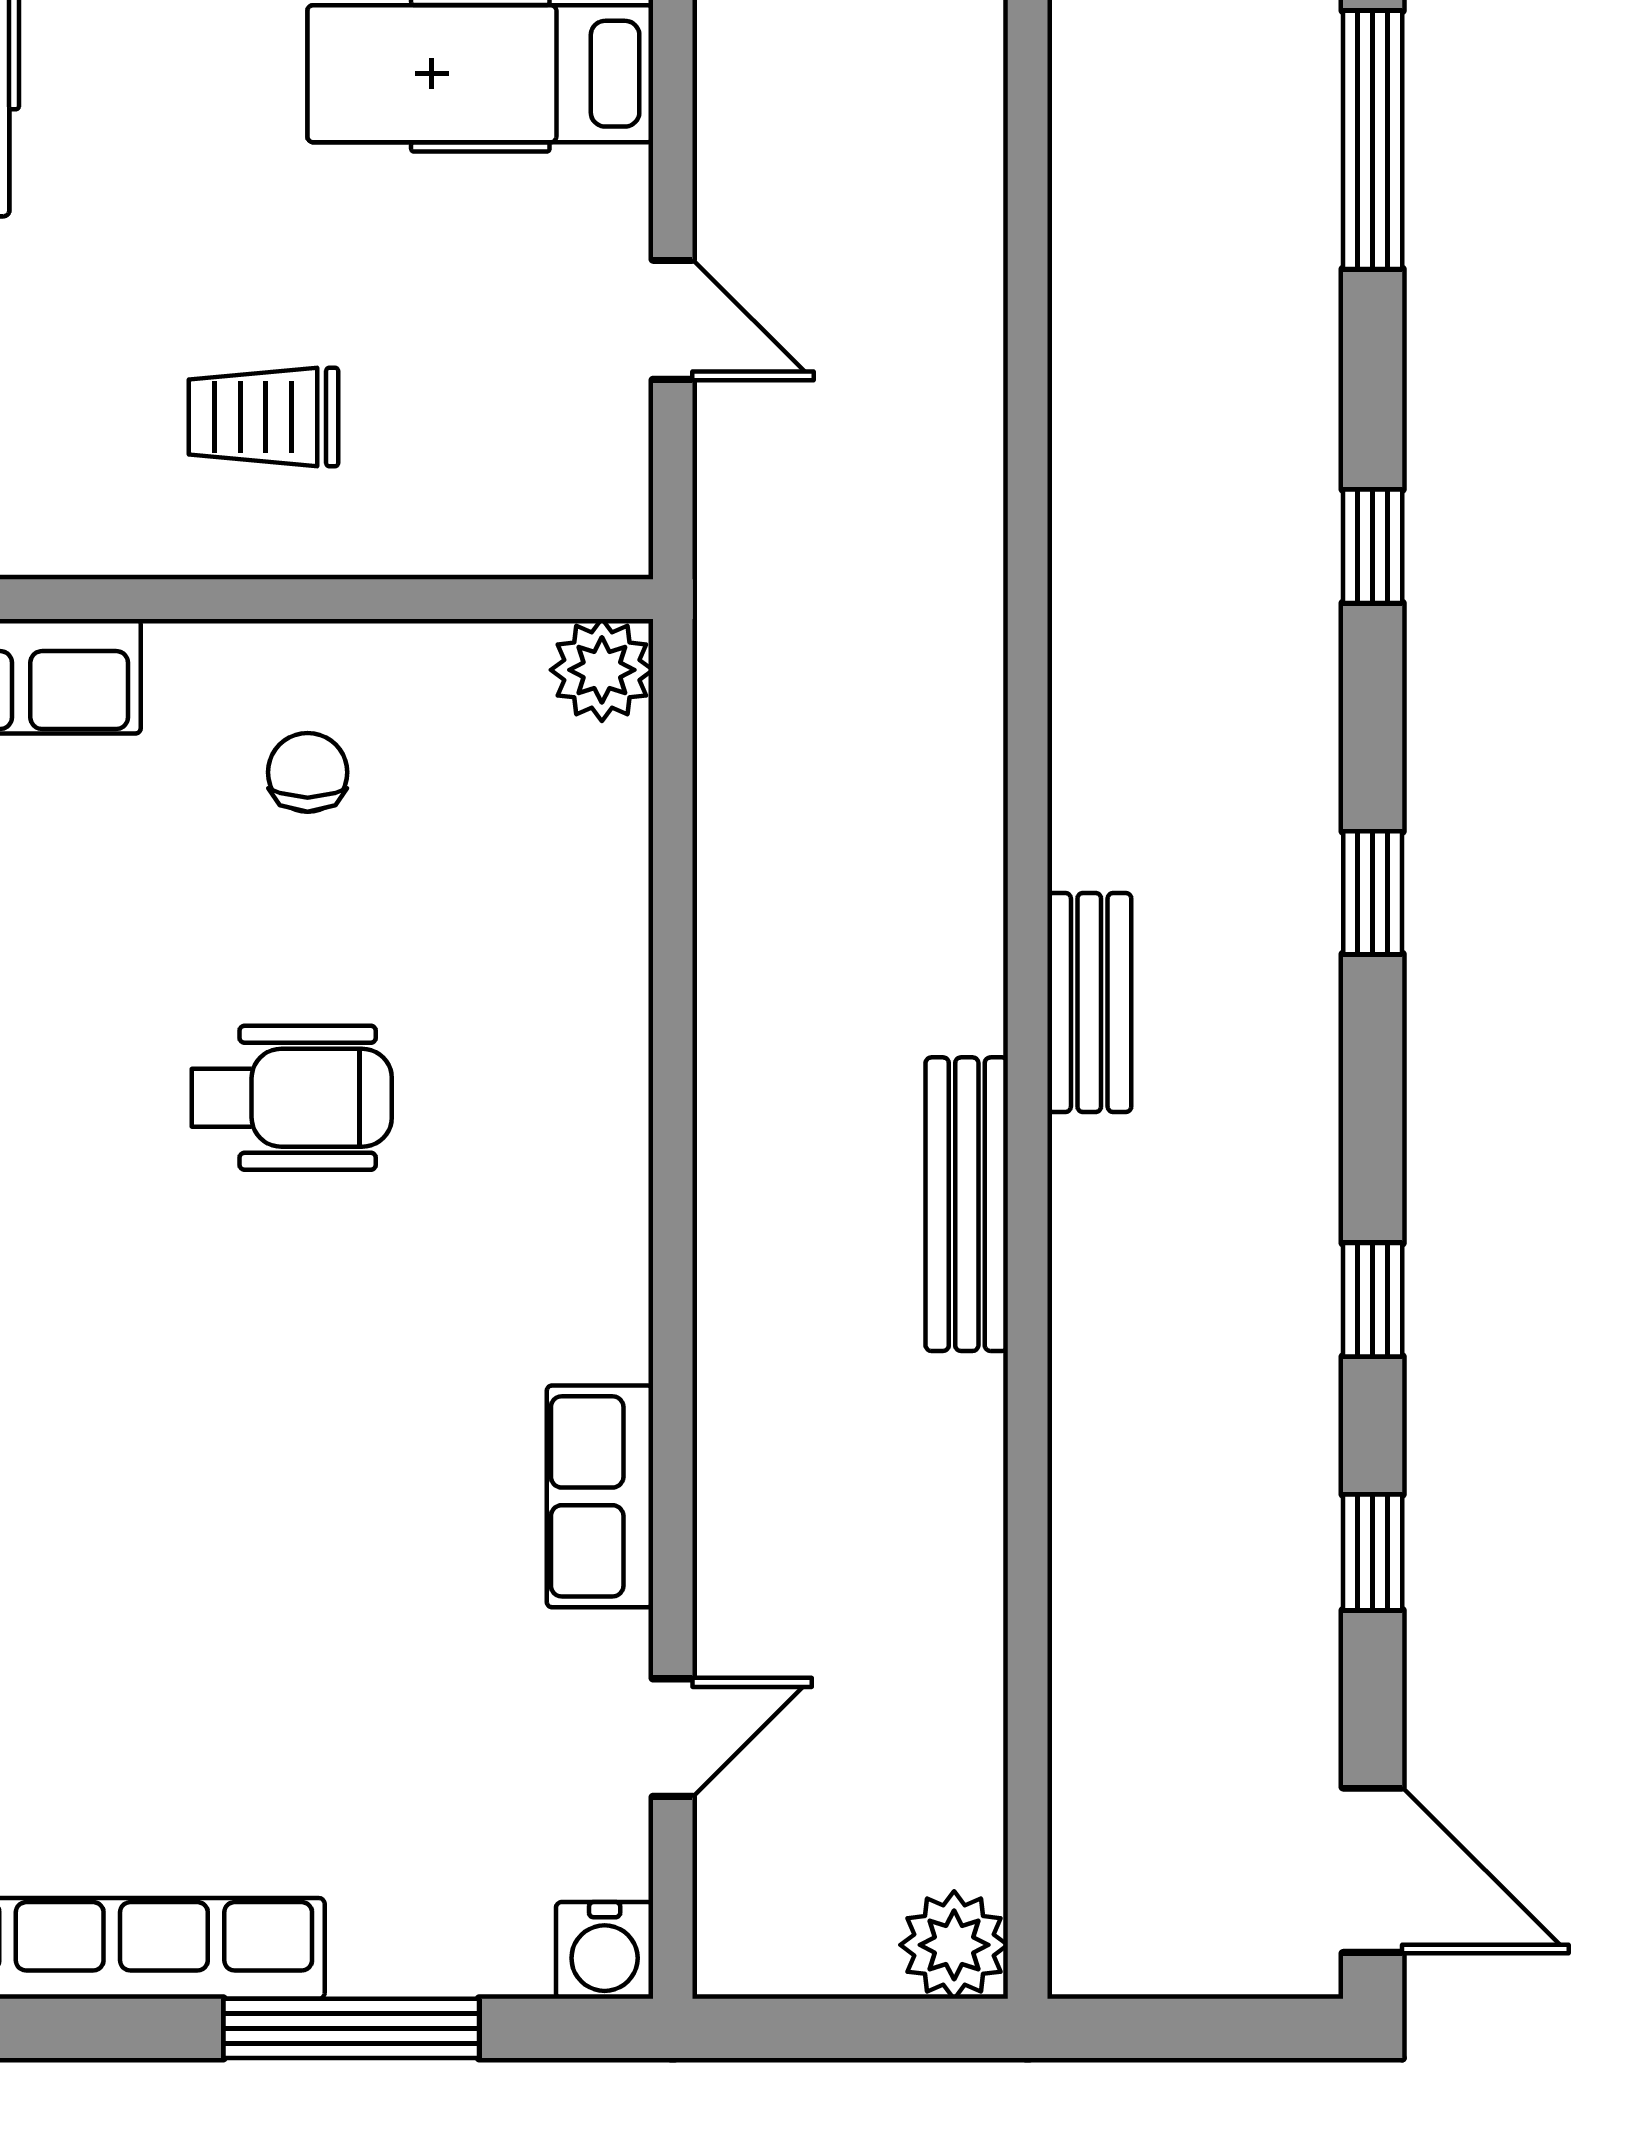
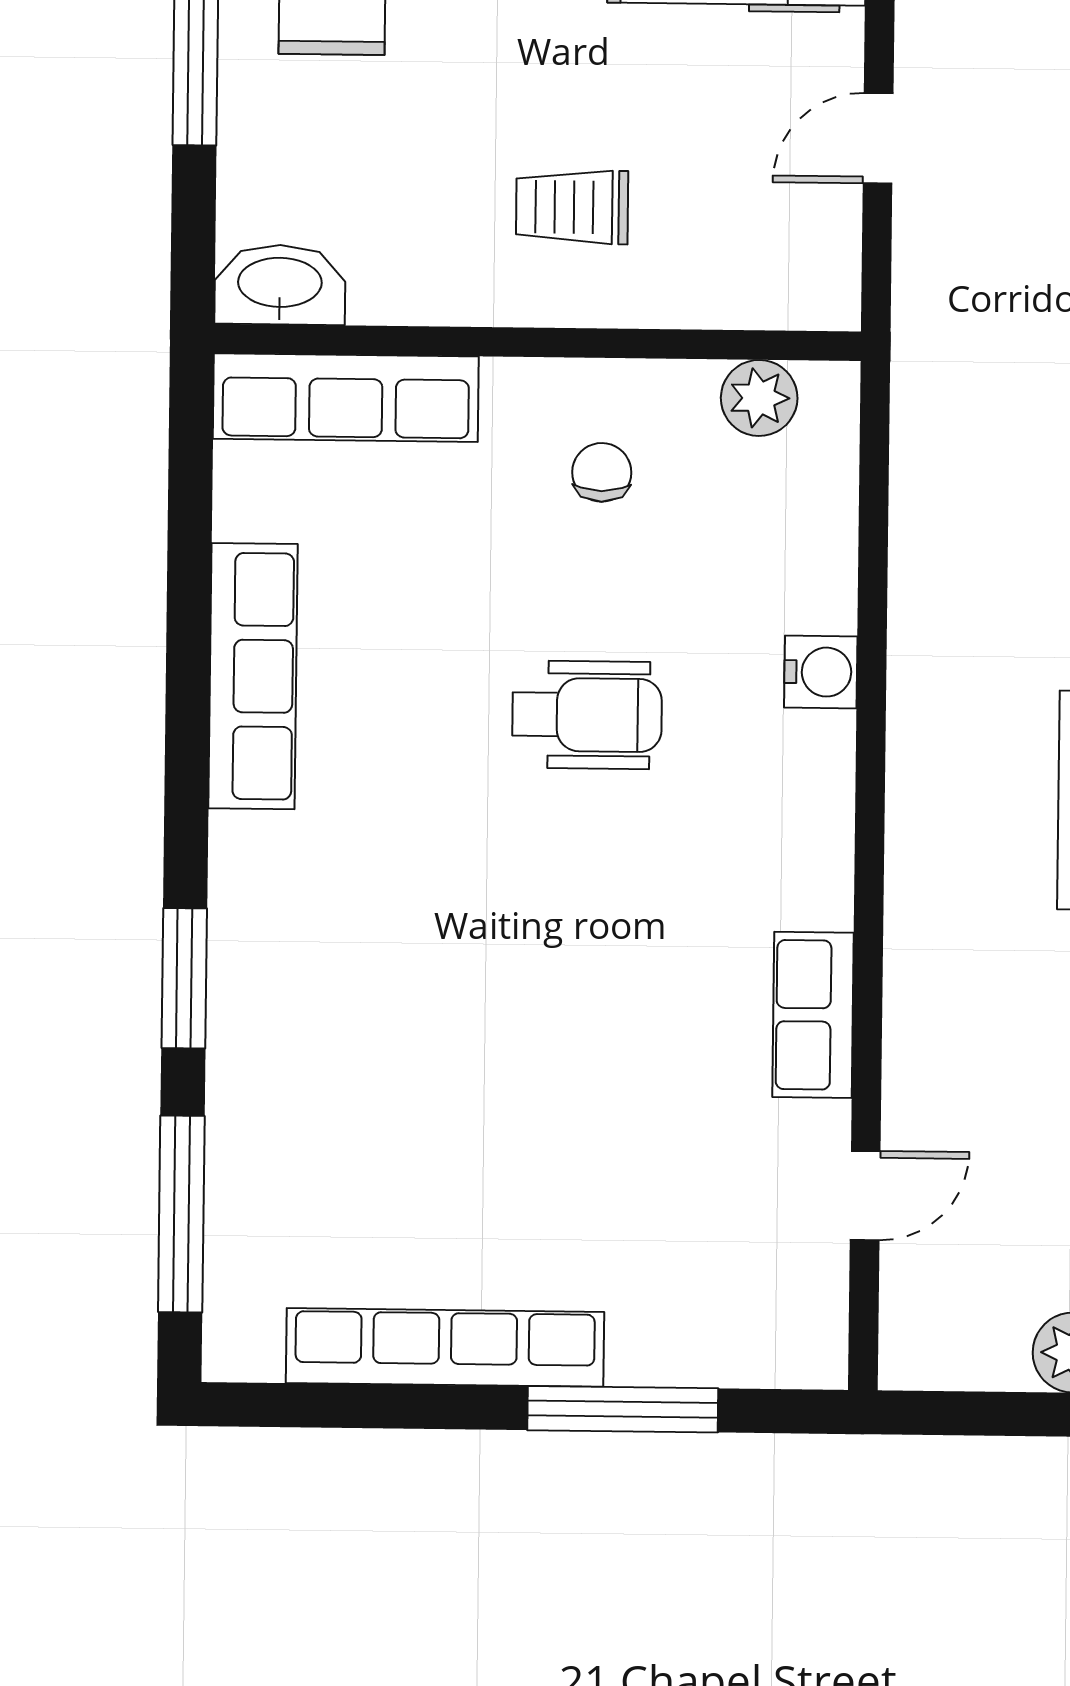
door: (673, 320) -> (878, 138), swing flipped
plant: (602, 670) -> (759, 398), moved
water cooler: (605, 1950) -> (821, 672), moved, turned -90

